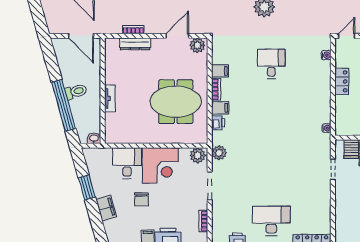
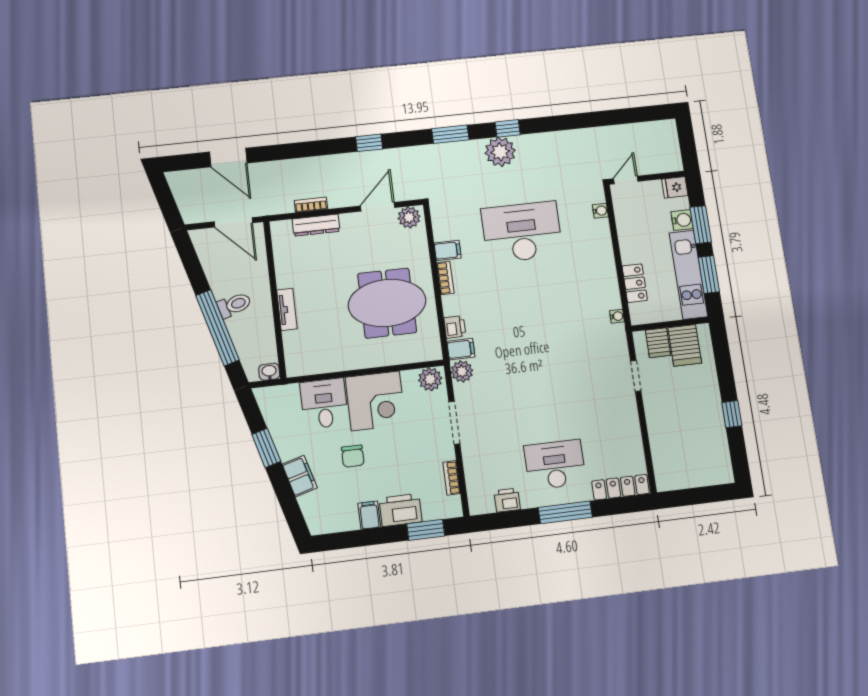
desk: (271, 64) -> (522, 232), width x1.87, depth x1.30
locker: (342, 81) -> (635, 283), moved
filing cabinet: (220, 108) -> (461, 349), moved

